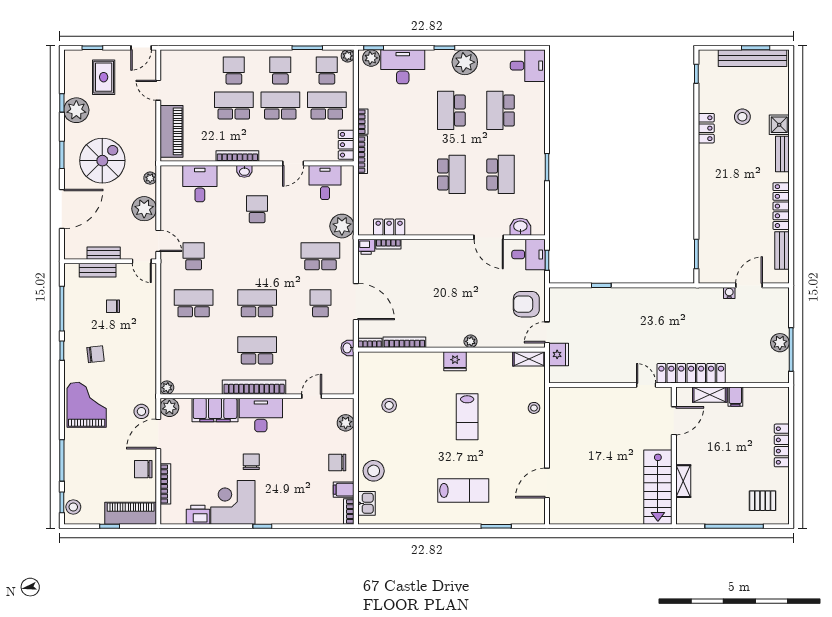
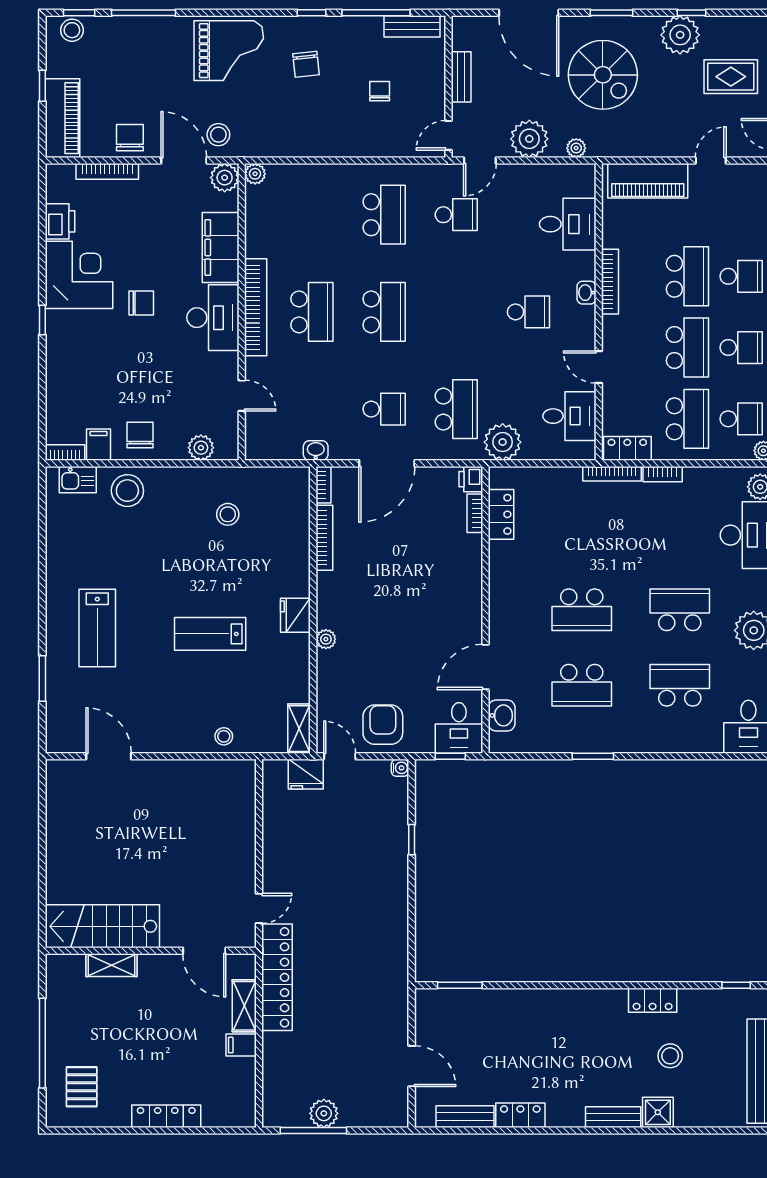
locker: (781, 206) -> (520, 1115), width x0.66
bench: (98, 270) -> (412, 26), moved, turned 90
water cooler: (729, 293) -> (400, 768), moved

